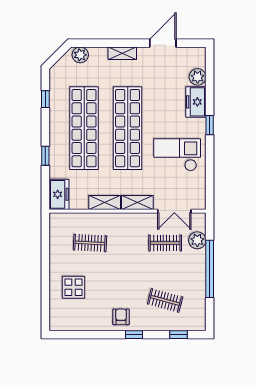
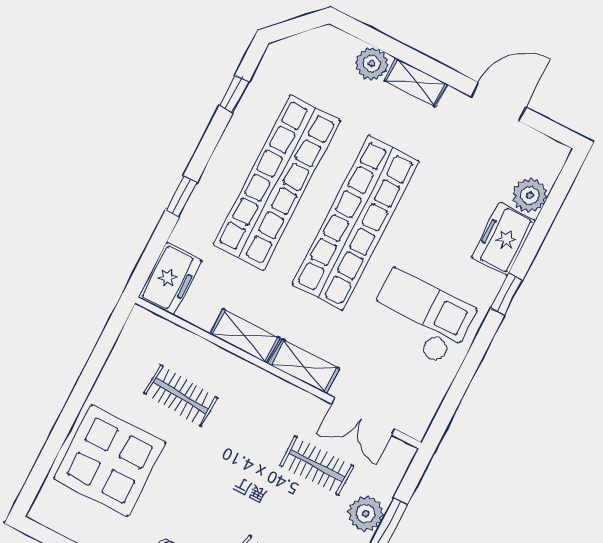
plant: (80, 55) -> (372, 64), moved
plant: (197, 240) -> (366, 514), moved
display table: (73, 287) -> (110, 460), width x1.86, depth x1.86

